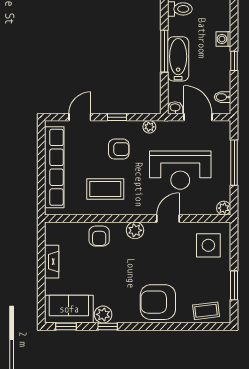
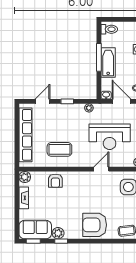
armchair: (119, 149) -> (69, 123), removed
plant: (135, 230) -> (25, 177), moved

